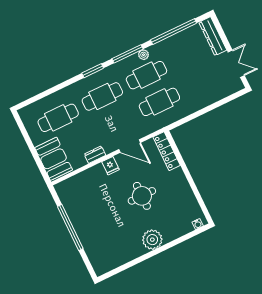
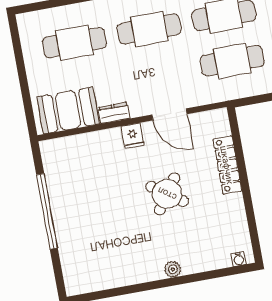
locker: (167, 151) -> (227, 165), moved
booth: (54, 159) -> (68, 110), moved, turned 90
round table: (142, 196) -> (167, 194), turned 35
plant: (152, 240) -> (173, 269), width x0.53, depth x0.53

